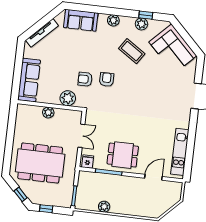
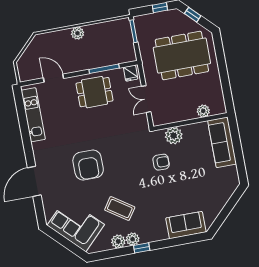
window: (146, 15) -> (142, 248), moved
plant: (113, 20) -> (133, 239), moved
tv unit: (42, 33) -> (224, 198), removed
armchair: (107, 80) -> (88, 165), moved, width x1.88, depth x1.88
plant: (48, 112) -> (203, 111), moved
door: (153, 177) -> (53, 78), swing flipped
plant: (104, 207) -> (78, 33), moved

